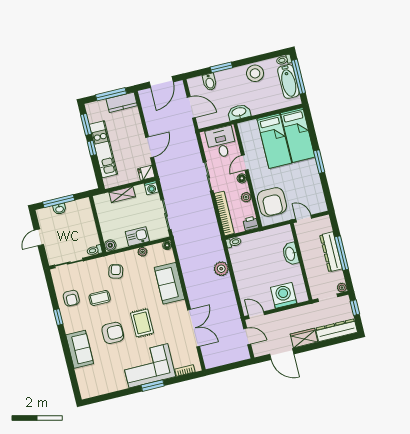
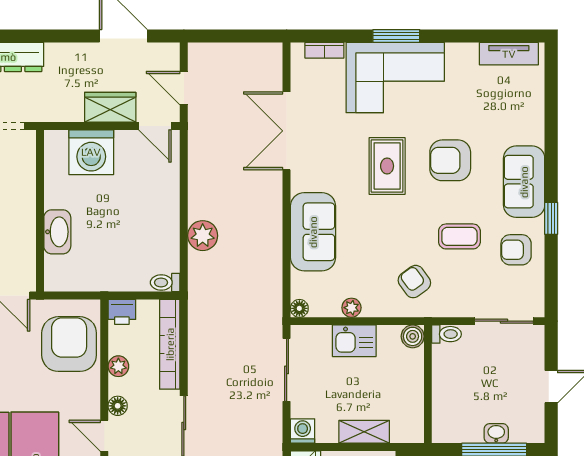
door: (245, 163) -> (104, 436), swing flipped
armchair: (116, 271) -> (414, 282), turned 128
armchair: (71, 298) -> (516, 250), turned -90
wardrobe: (304, 338) -> (110, 107), moved, turned 180
sofa: (80, 349) -> (524, 182), moved
tv unit: (97, 390) -> (509, 54), added

